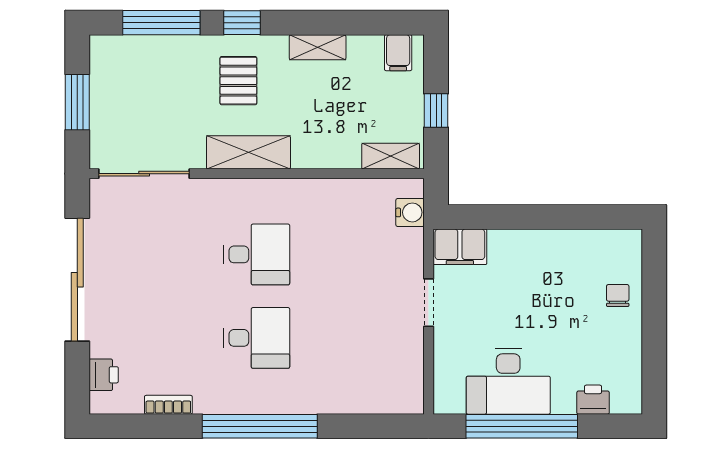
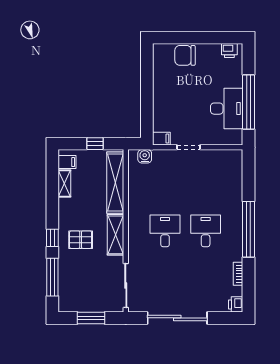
shelving: (318, 47) -> (64, 184), moved
shelving: (391, 156) -> (115, 183), width x2.20, depth x1.33
filing cabinet: (460, 247) -> (161, 139), width x0.50
chair: (618, 296) -> (185, 55), width x1.87, depth x1.87
printer: (104, 375) -> (236, 304), moved, turned -90
printer: (593, 400) -> (229, 51), moved, turned -90

